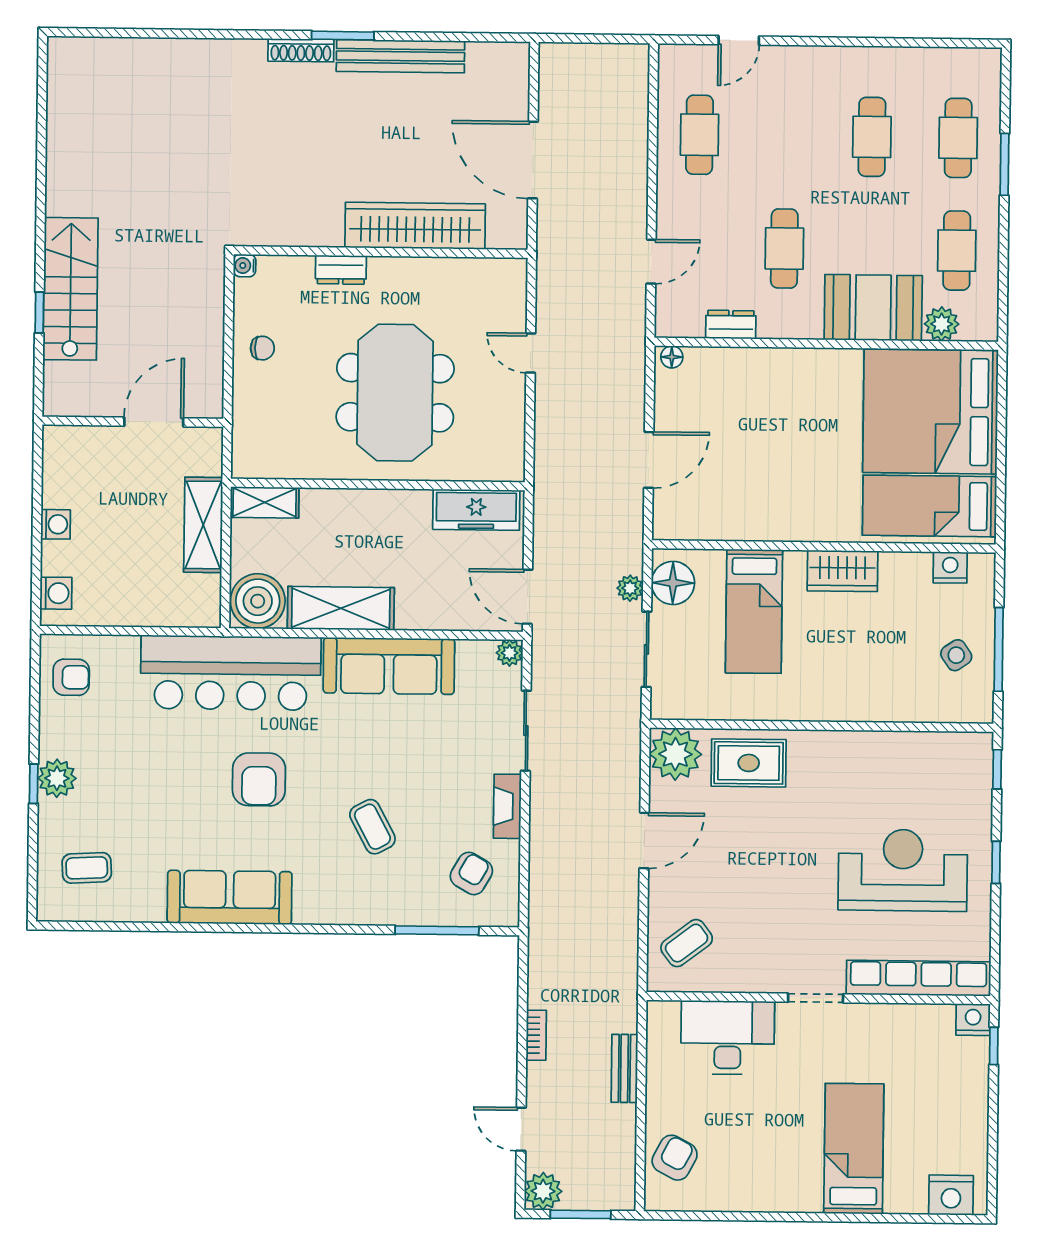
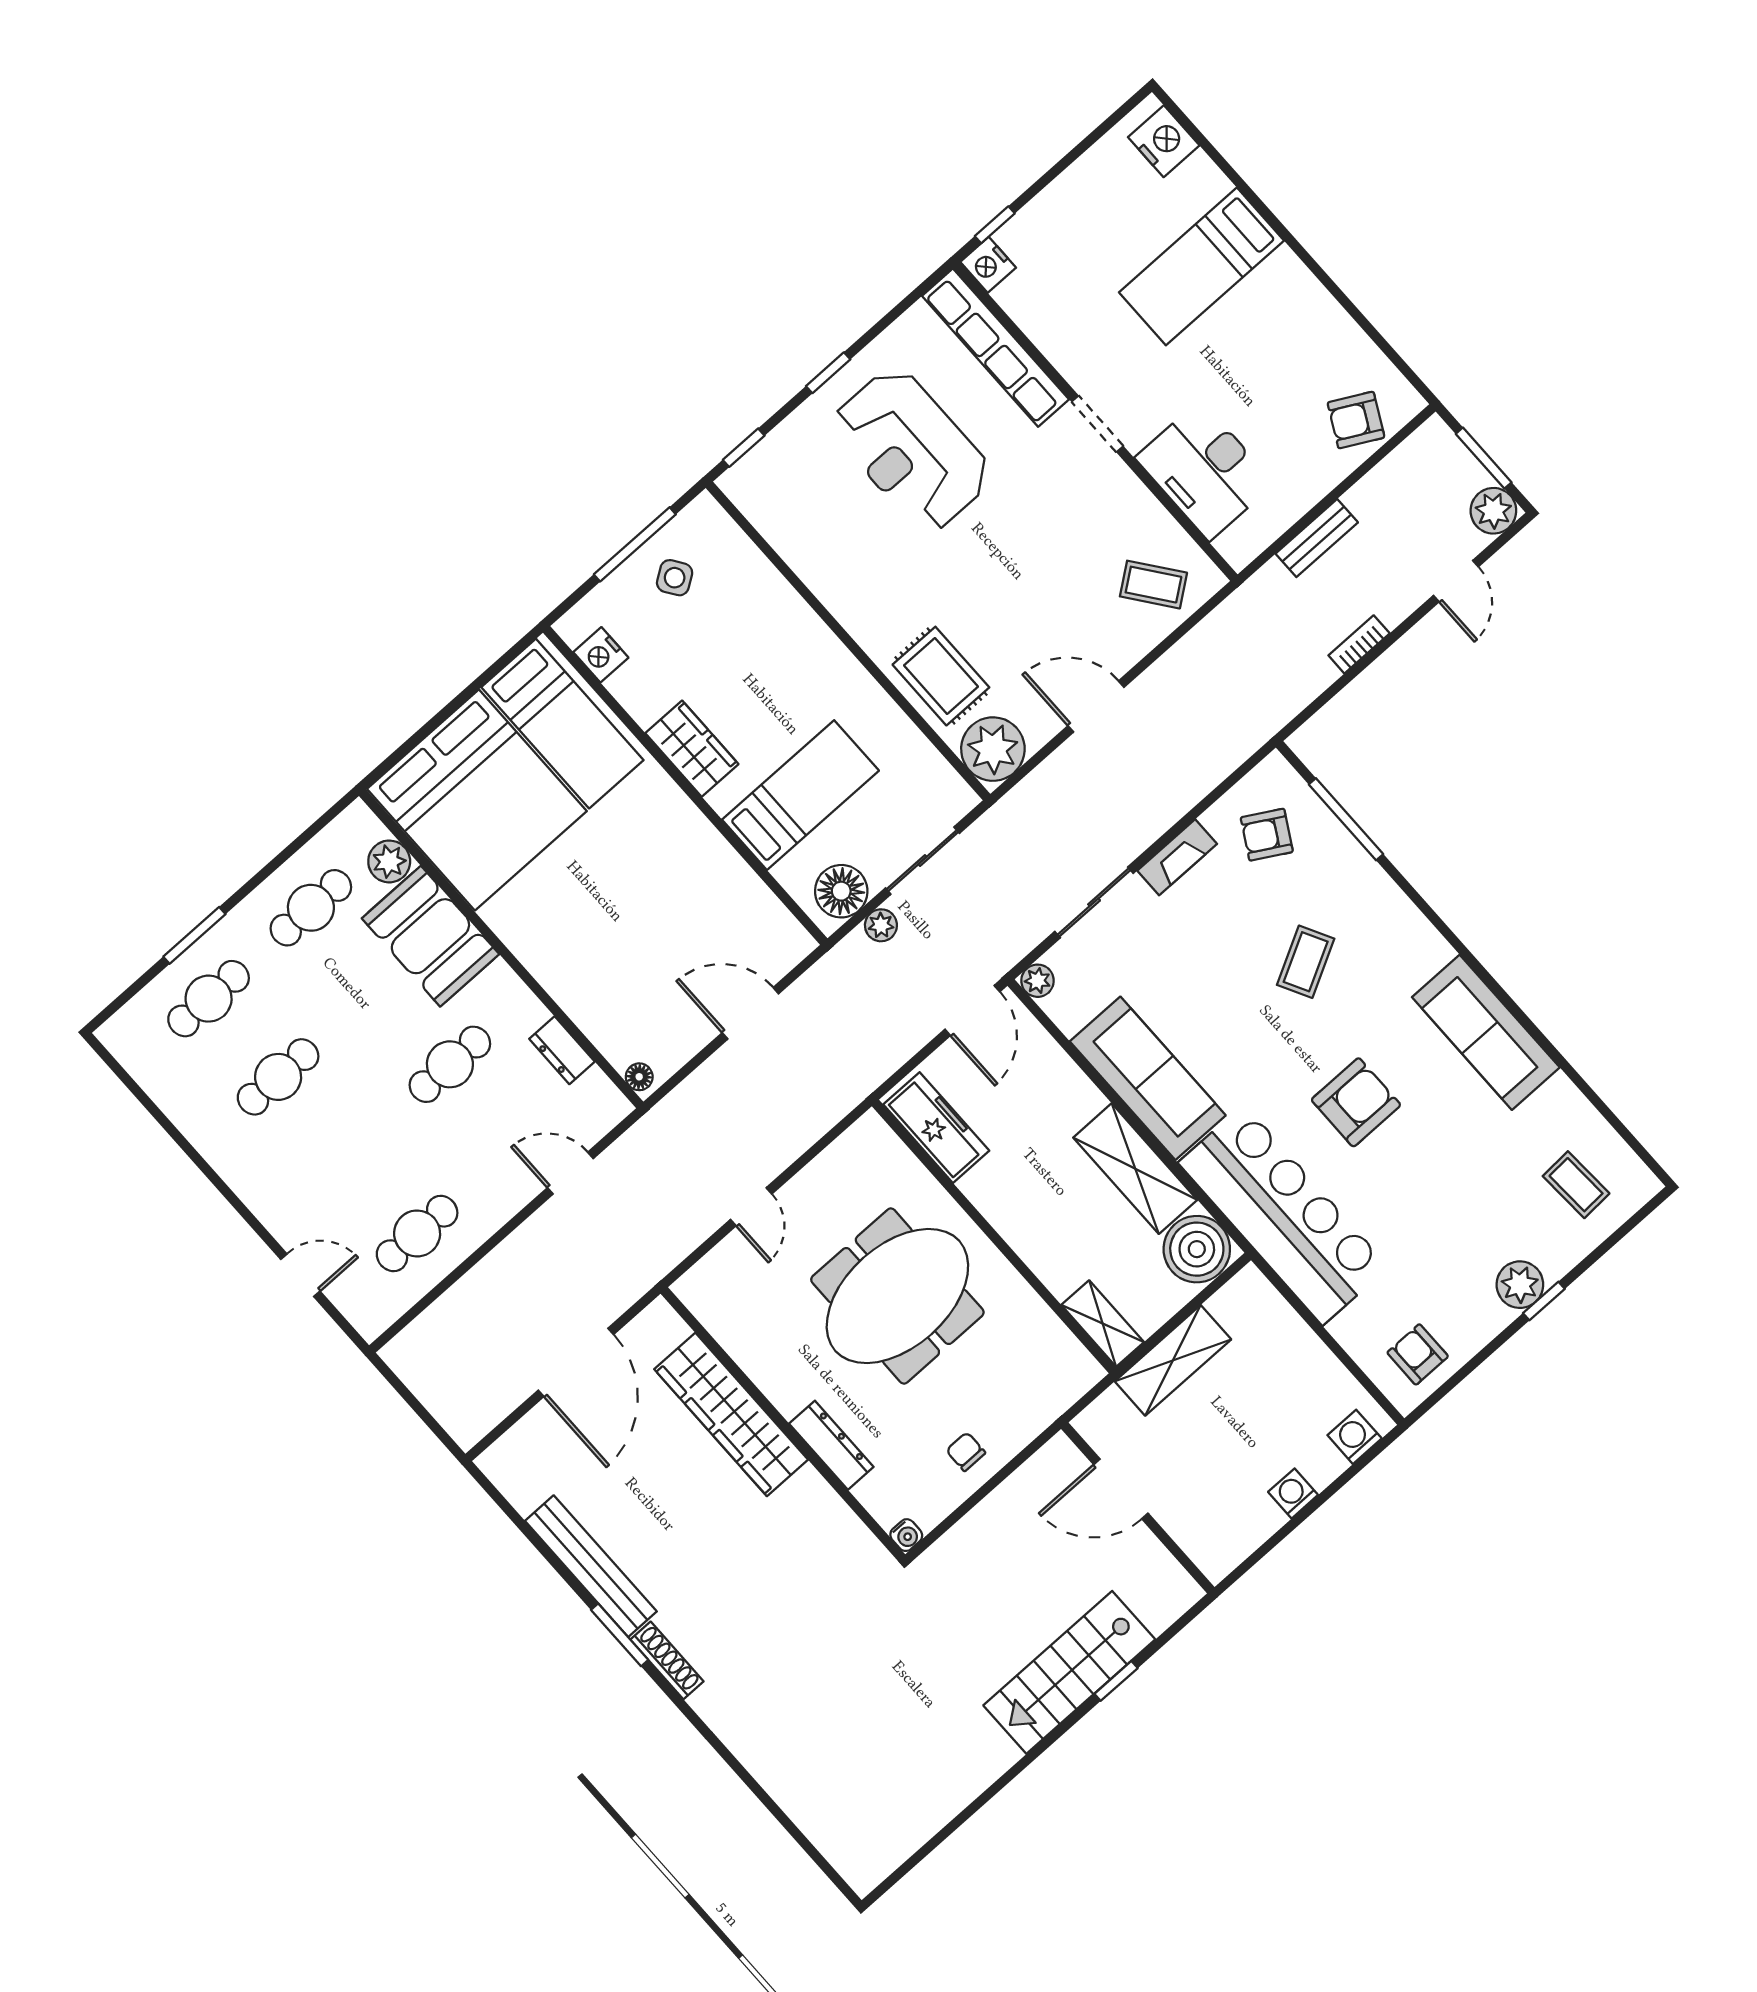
dresser: (341, 270) -> (831, 1445), width x1.44

